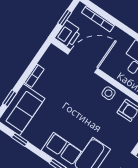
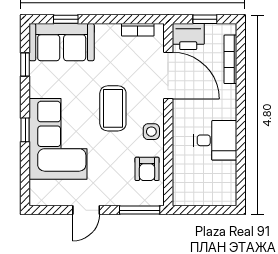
bookcase: (34, 76) -> (138, 30), moved
coffee table: (80, 106) -> (113, 108), added

